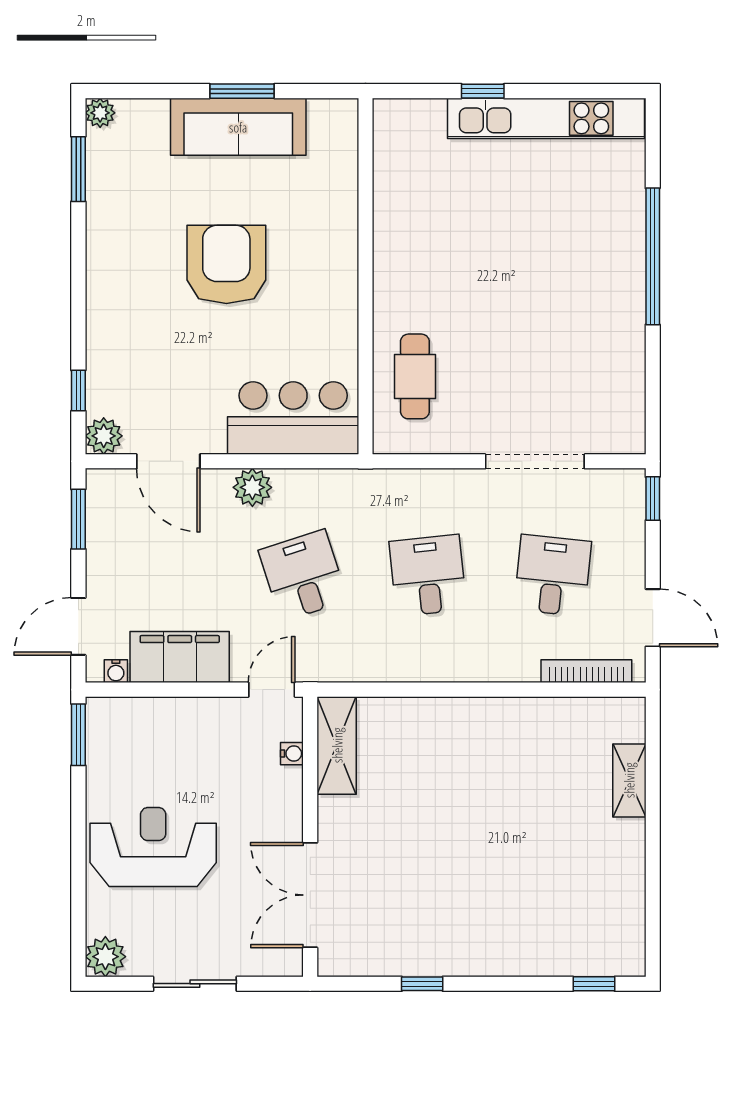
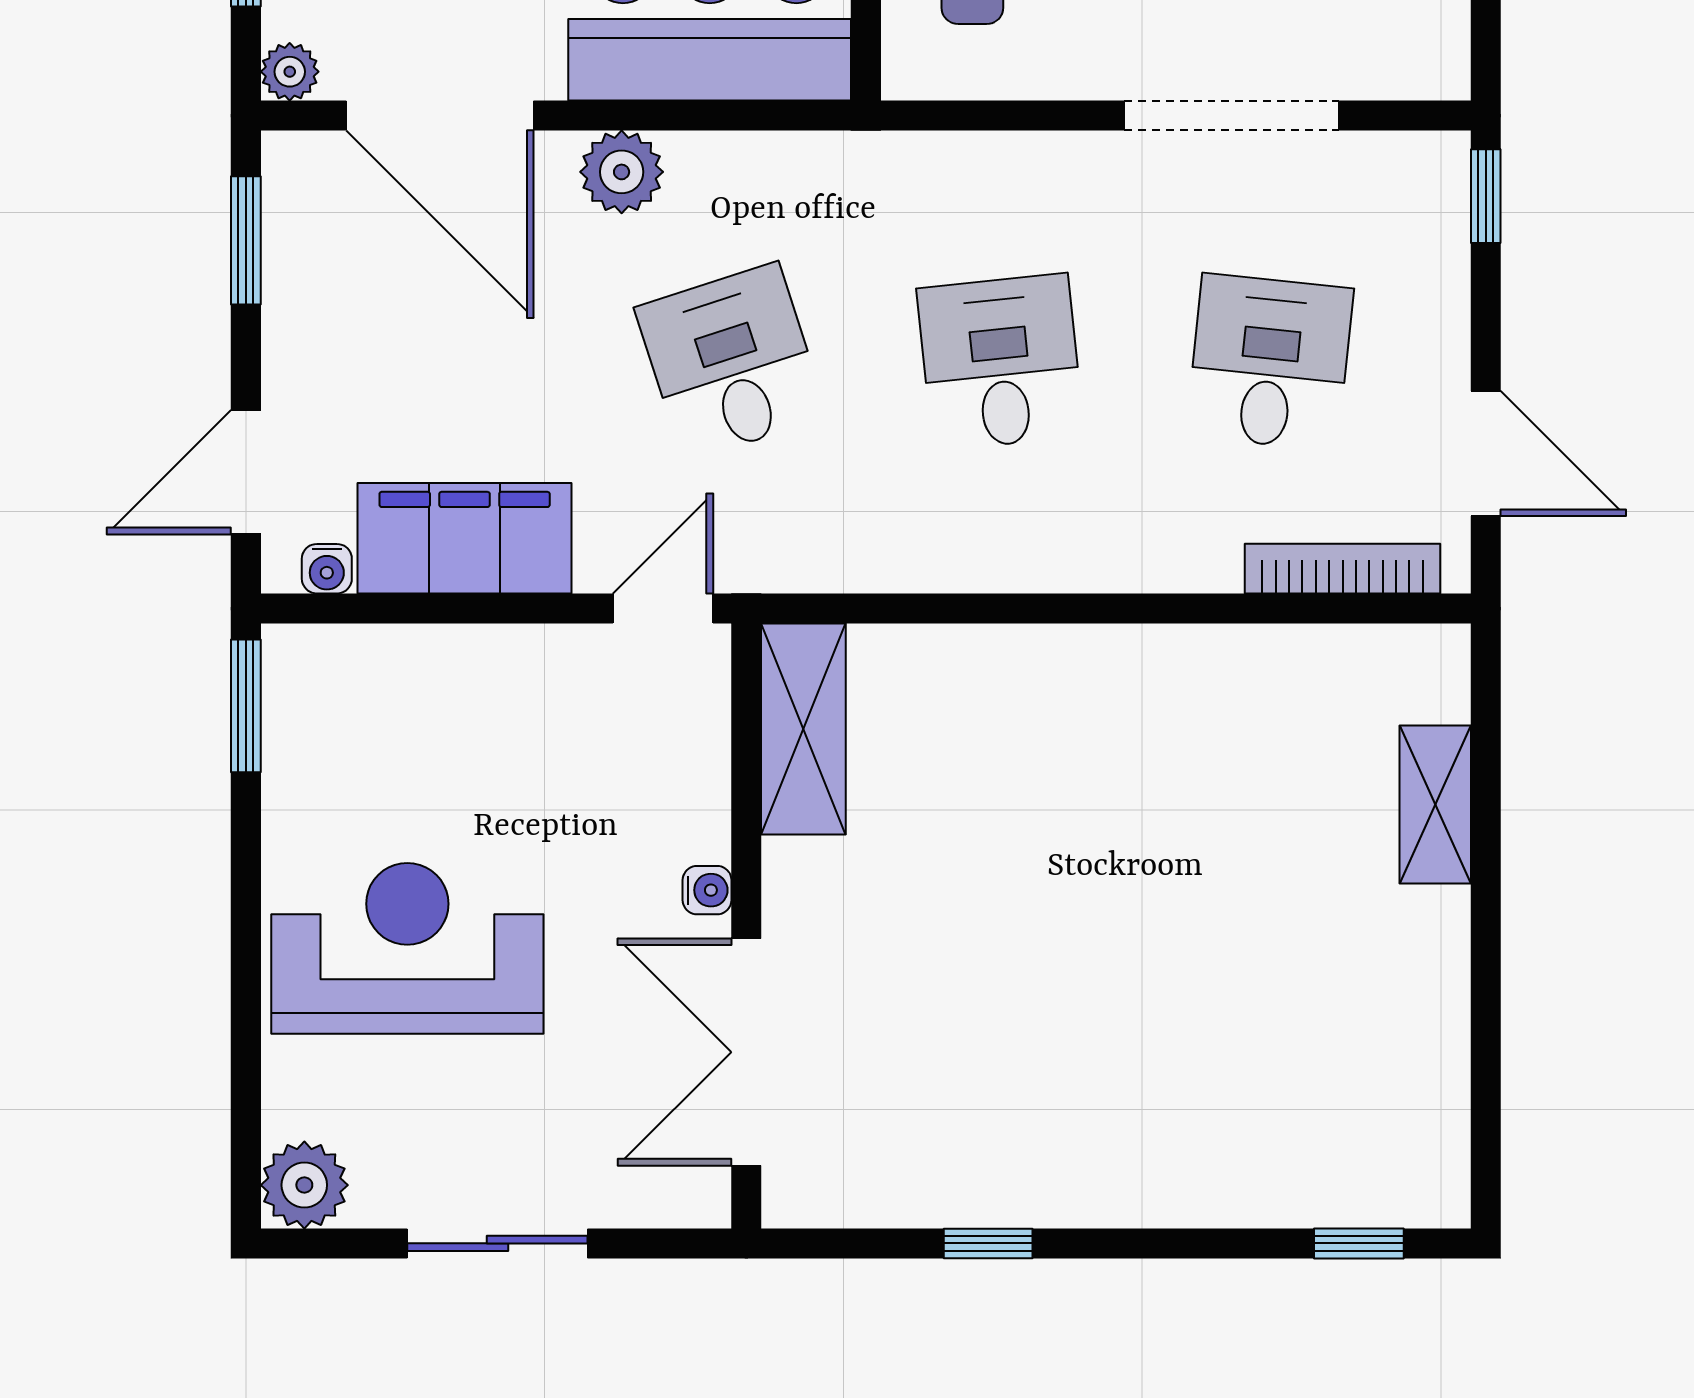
plant: (104, 436) -> (290, 72), width x0.73, depth x0.73
door: (168, 461) -> (440, 116), width x1.36
water cooler: (292, 754) -> (707, 890), moved

